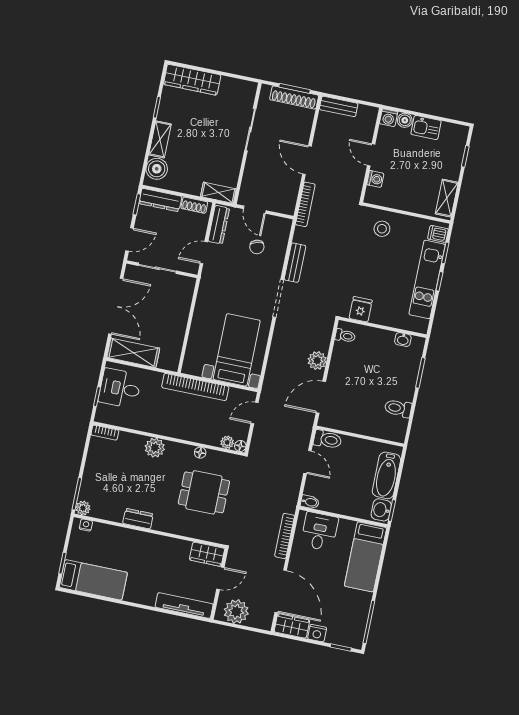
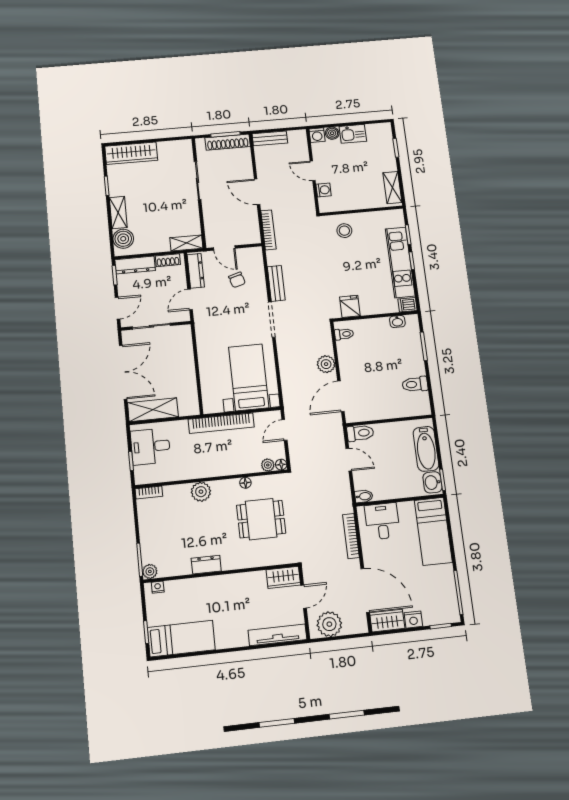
dishwasher: (438, 234) -> (407, 305), moved

